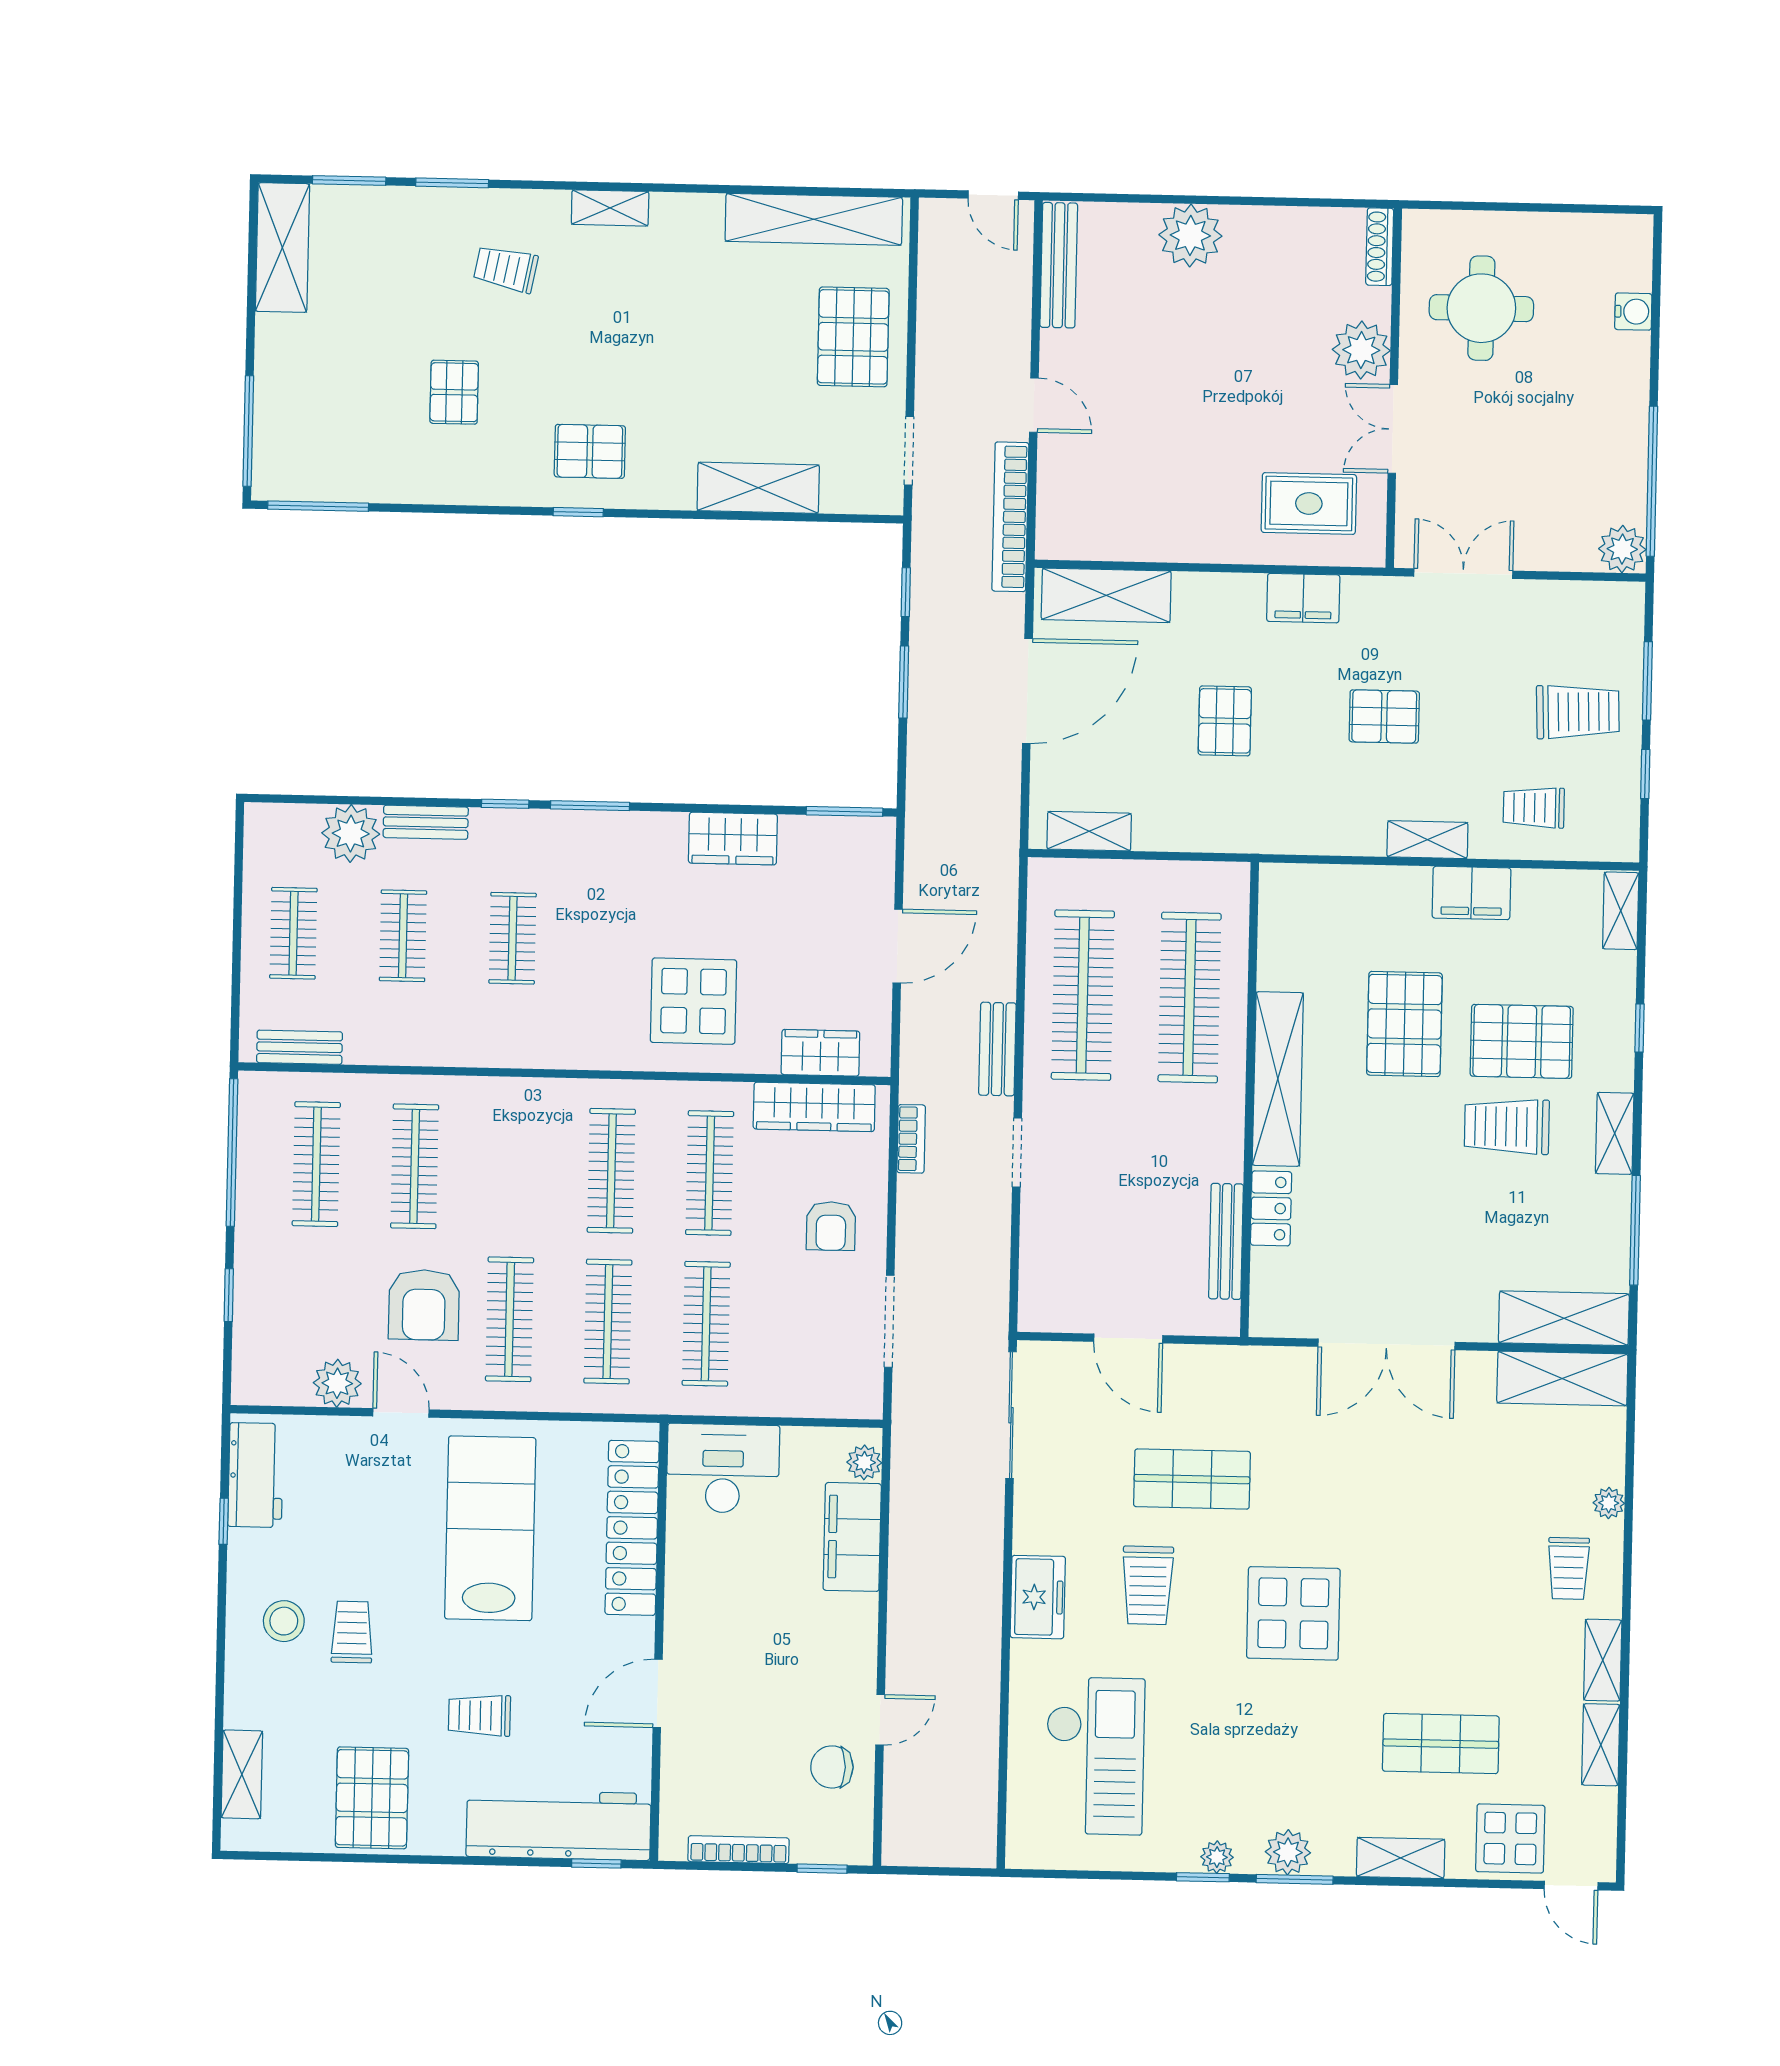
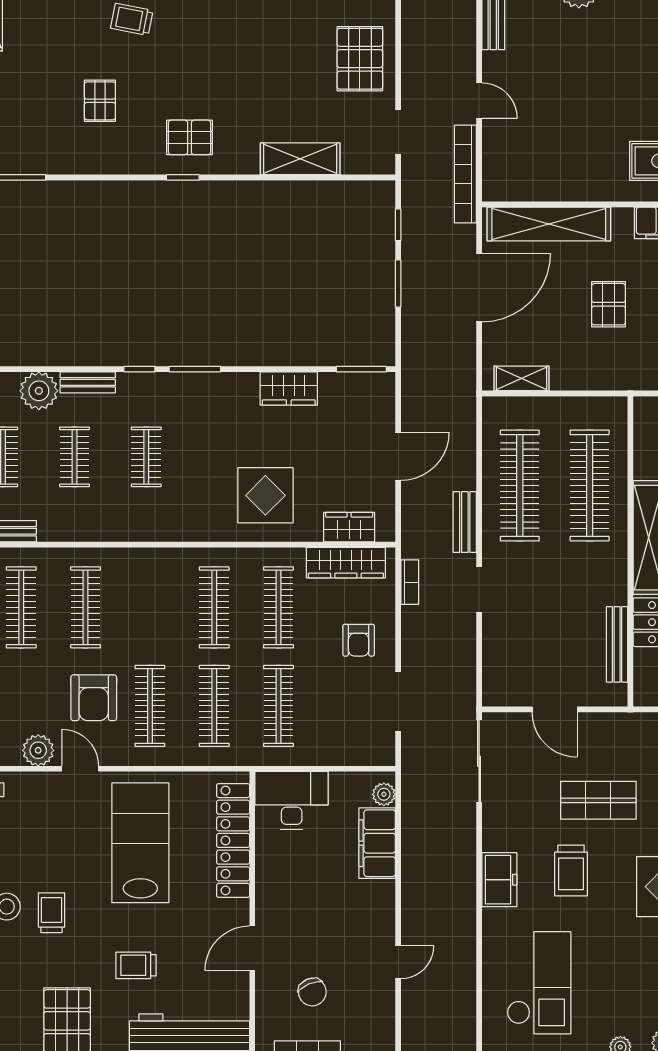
shelving: (1106, 595) -> (549, 224), width x1.47
chair: (832, 1767) -> (312, 992), moved, turned -113

